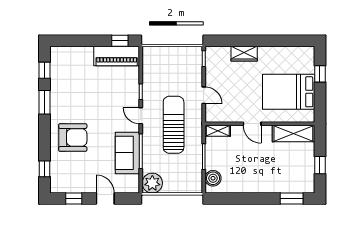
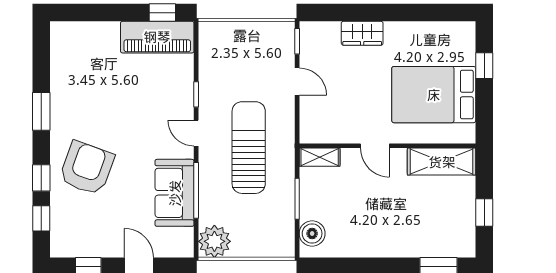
window: (45, 70) -> (41, 178), moved
door: (204, 95) -> (297, 82), moved
armchair: (73, 138) -> (87, 168), turned -70

